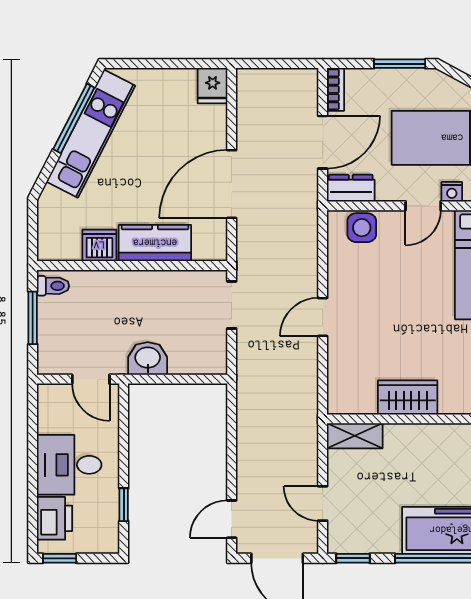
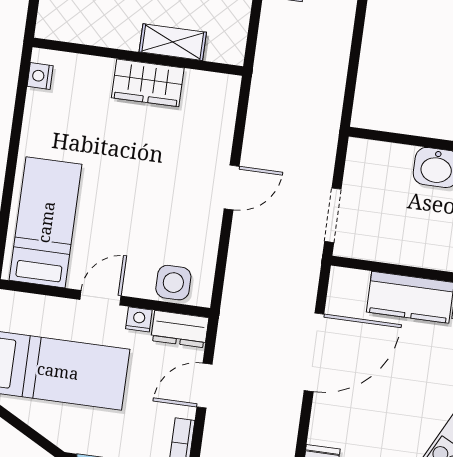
door: (323, 142) -> (204, 386), width x0.73
nightstand: (452, 192) -> (139, 319), moved
shelving: (355, 436) -> (173, 42), moved

